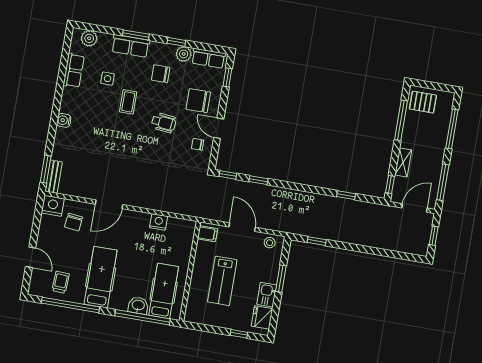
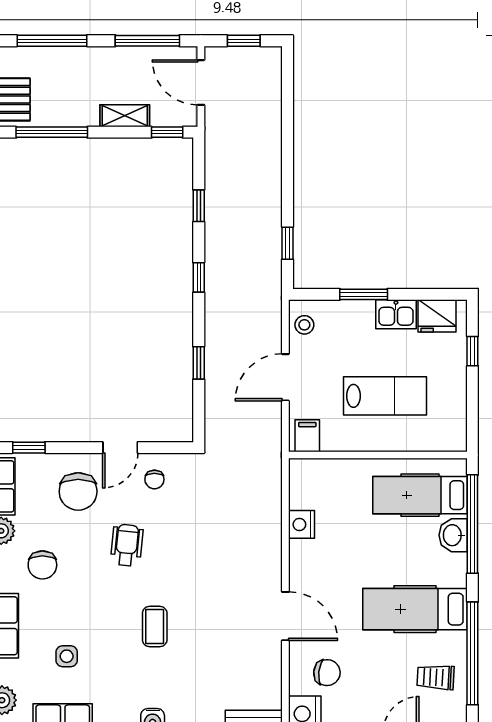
coffee table: (128, 102) -> (155, 626), moved, turned 90
window: (228, 175) -> (199, 277), moved

